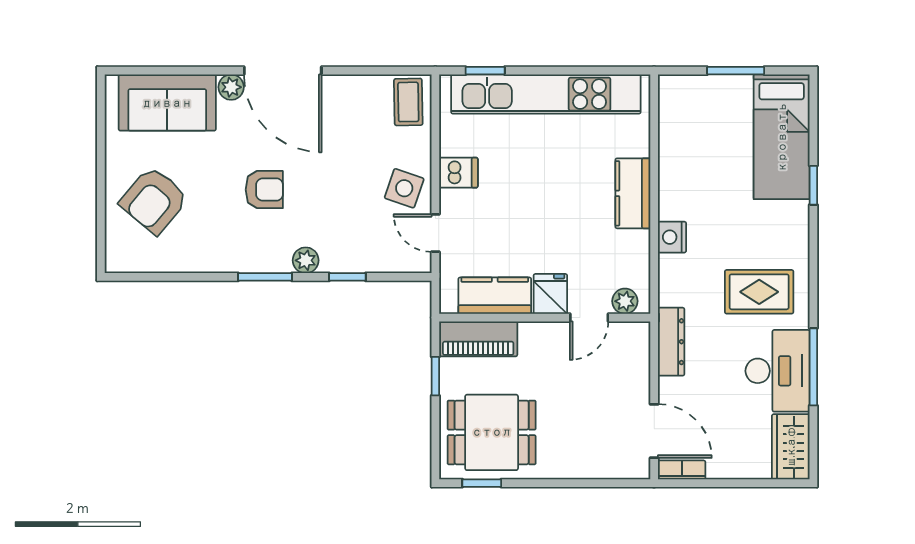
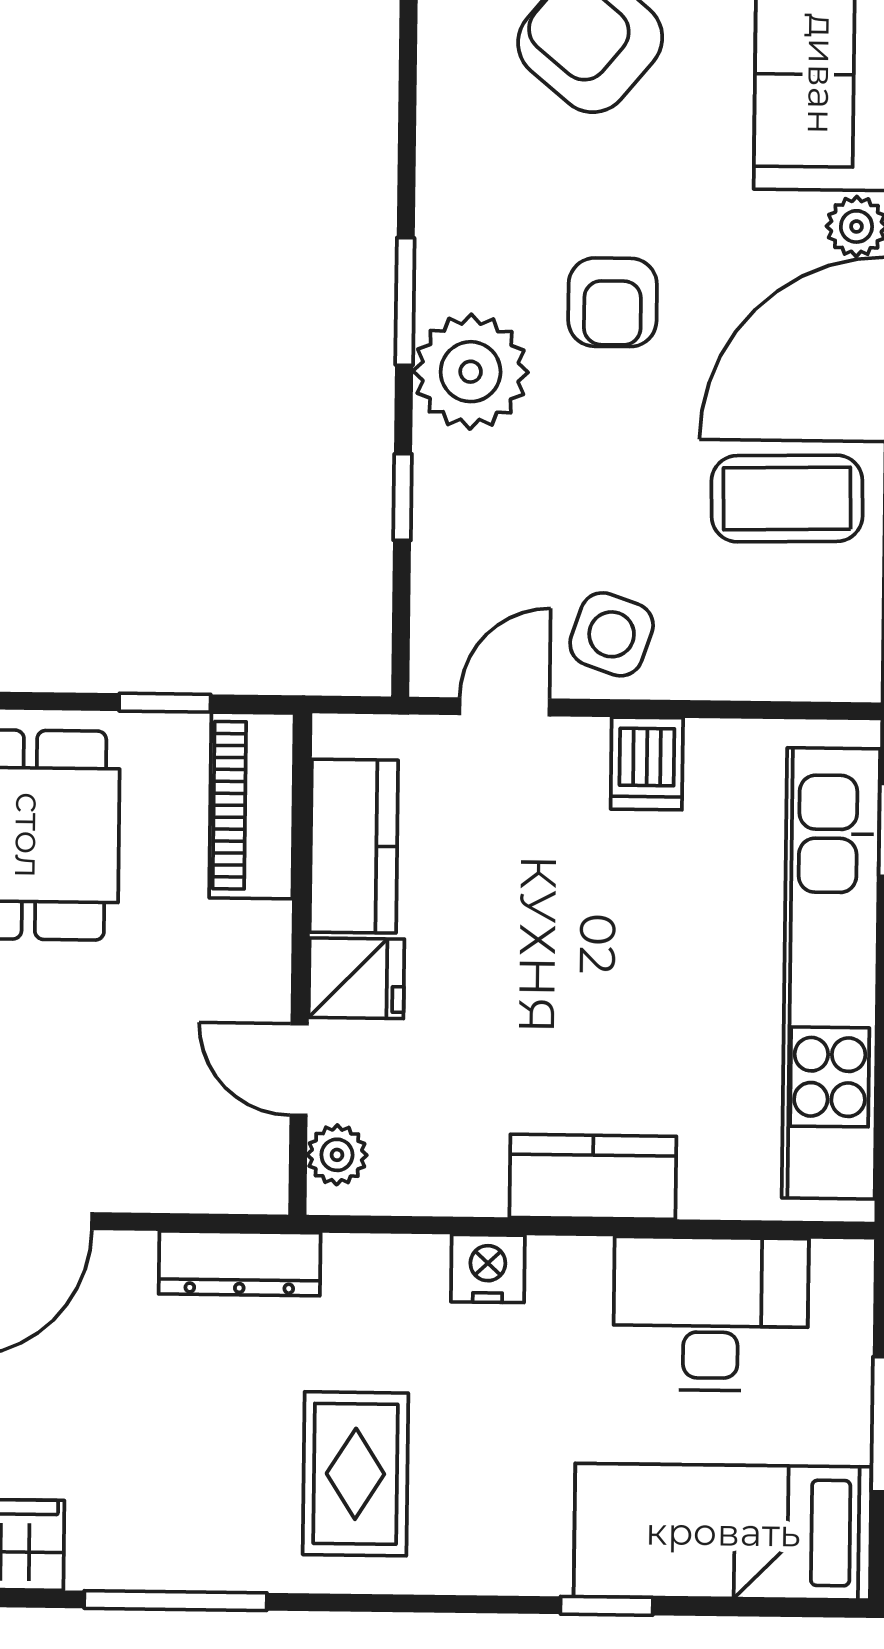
coffee table: (408, 102) -> (787, 499), moved, width x1.36, depth x1.30
plant: (306, 260) -> (471, 372), width x1.88, depth x1.88
desk: (778, 371) -> (711, 1314), moved, turned 180

